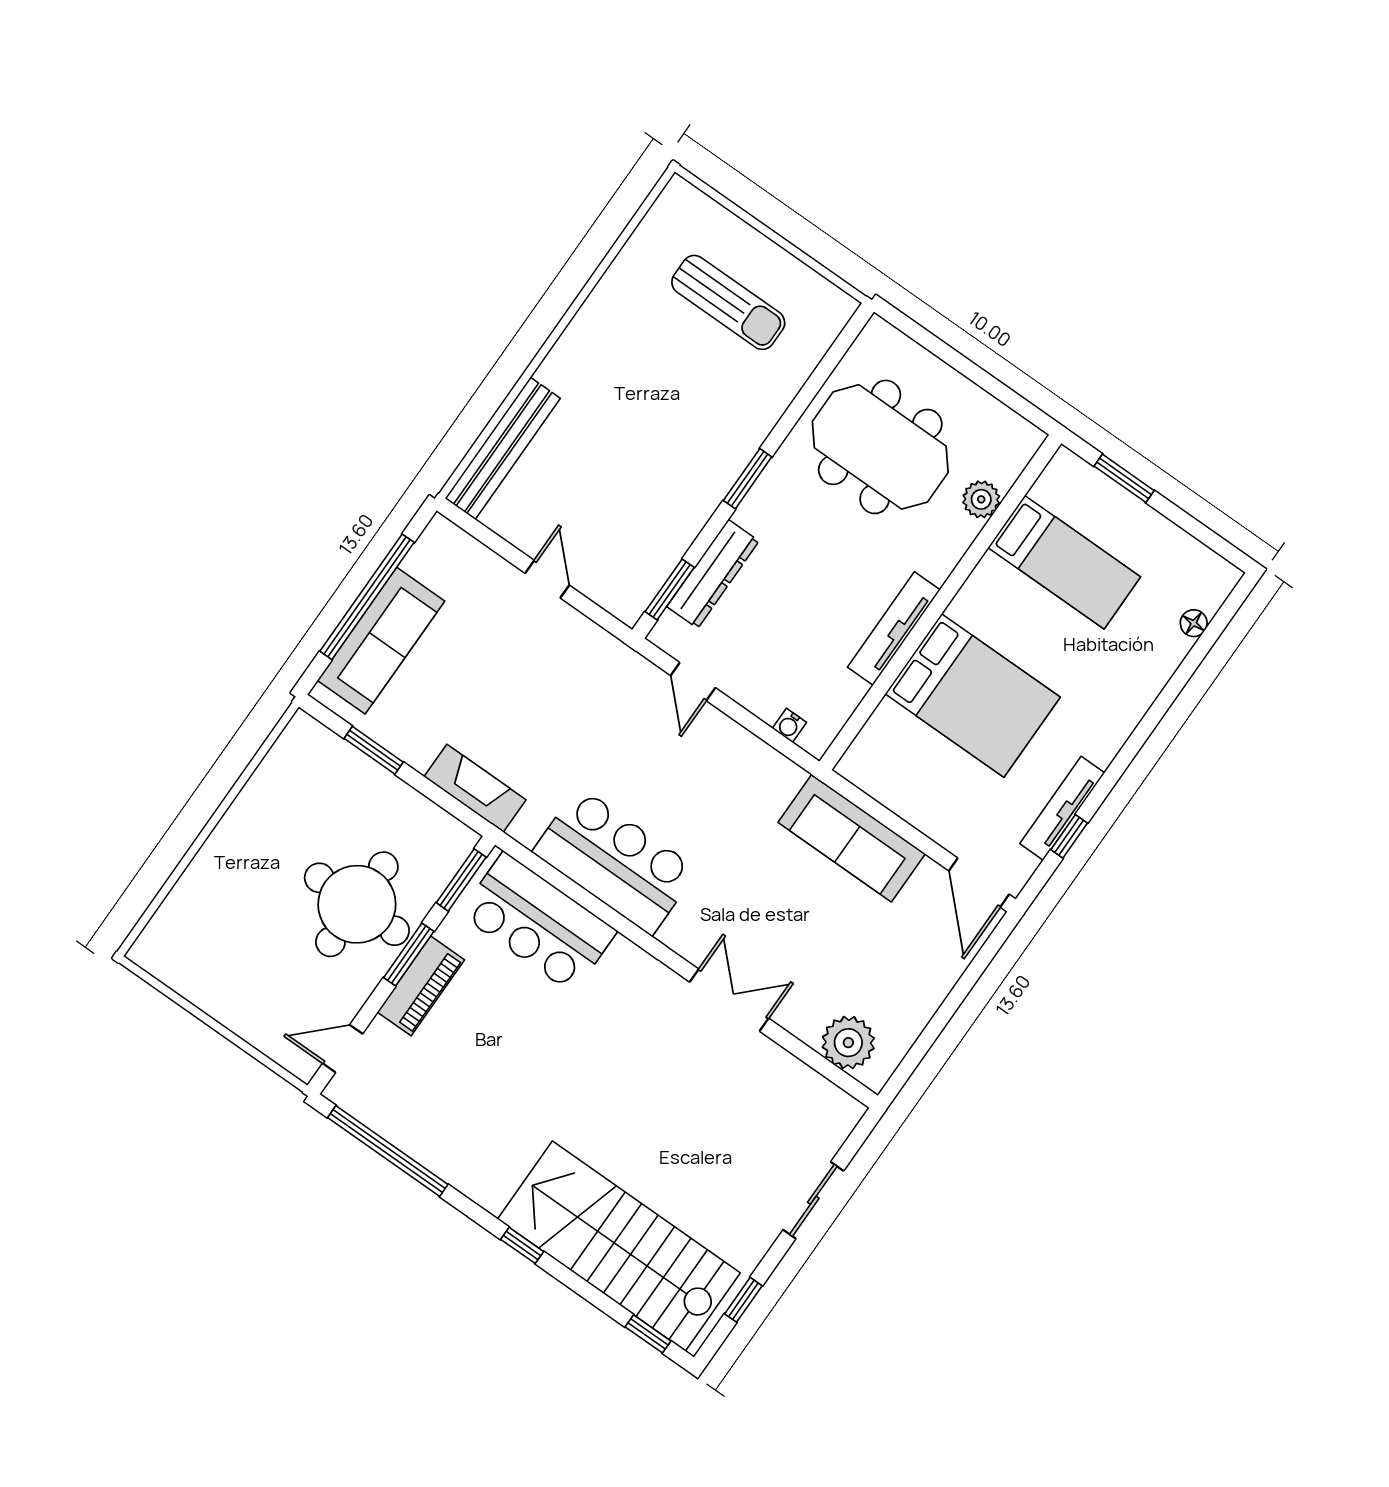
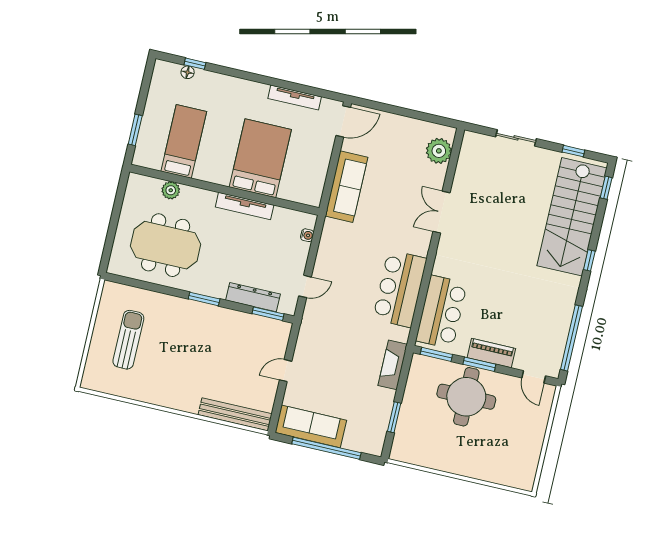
meeting table: (880, 447) -> (166, 245), turned 90
sofa: (381, 641) -> (311, 426), moved
window: (1069, 836) -> (195, 64), moved

